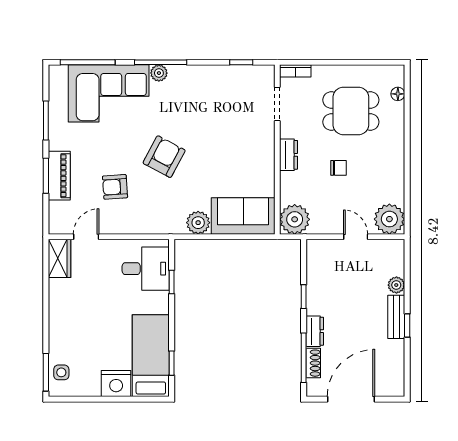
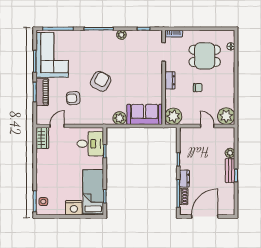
plant: (159, 73) -> (121, 35), moved
corner sofa: (109, 93) -> (52, 55), moved, turned -90

